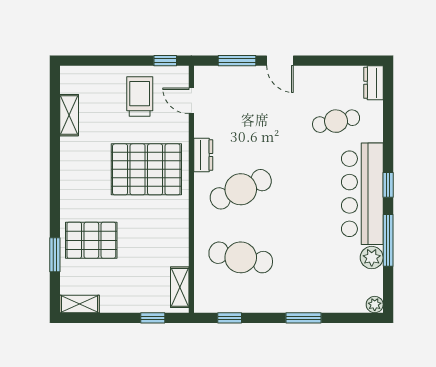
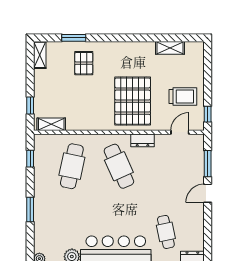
pallet: (91, 240) -> (84, 63), width x0.67, depth x0.71

